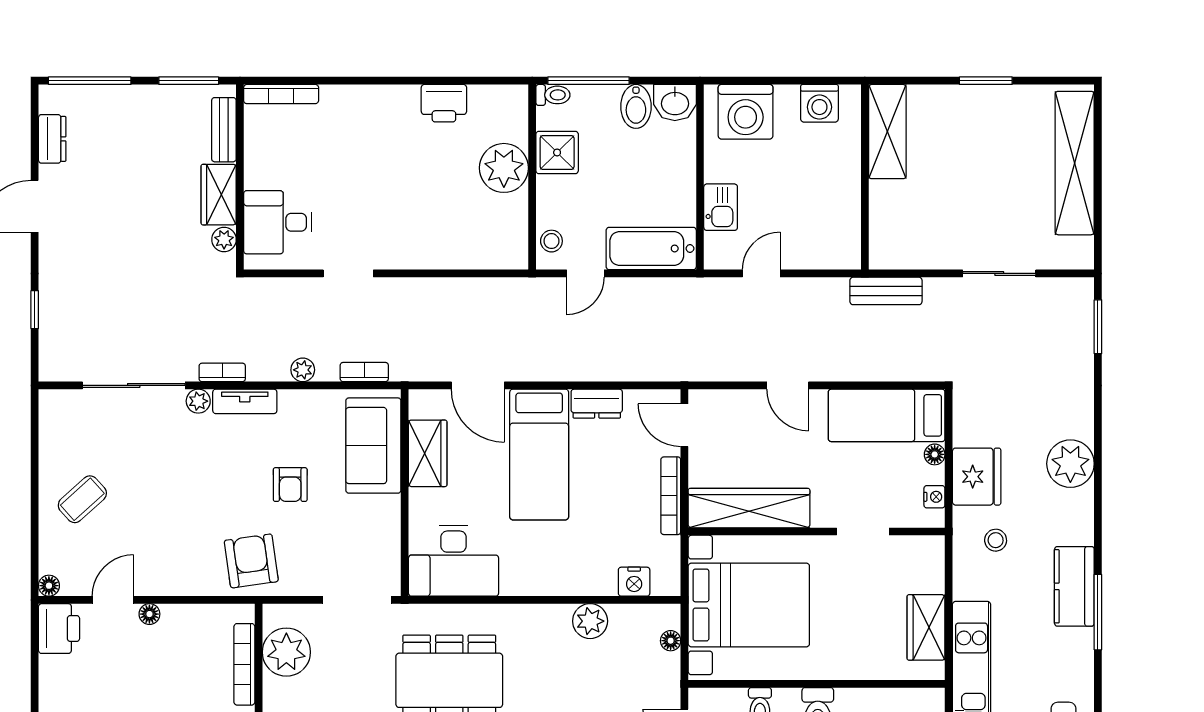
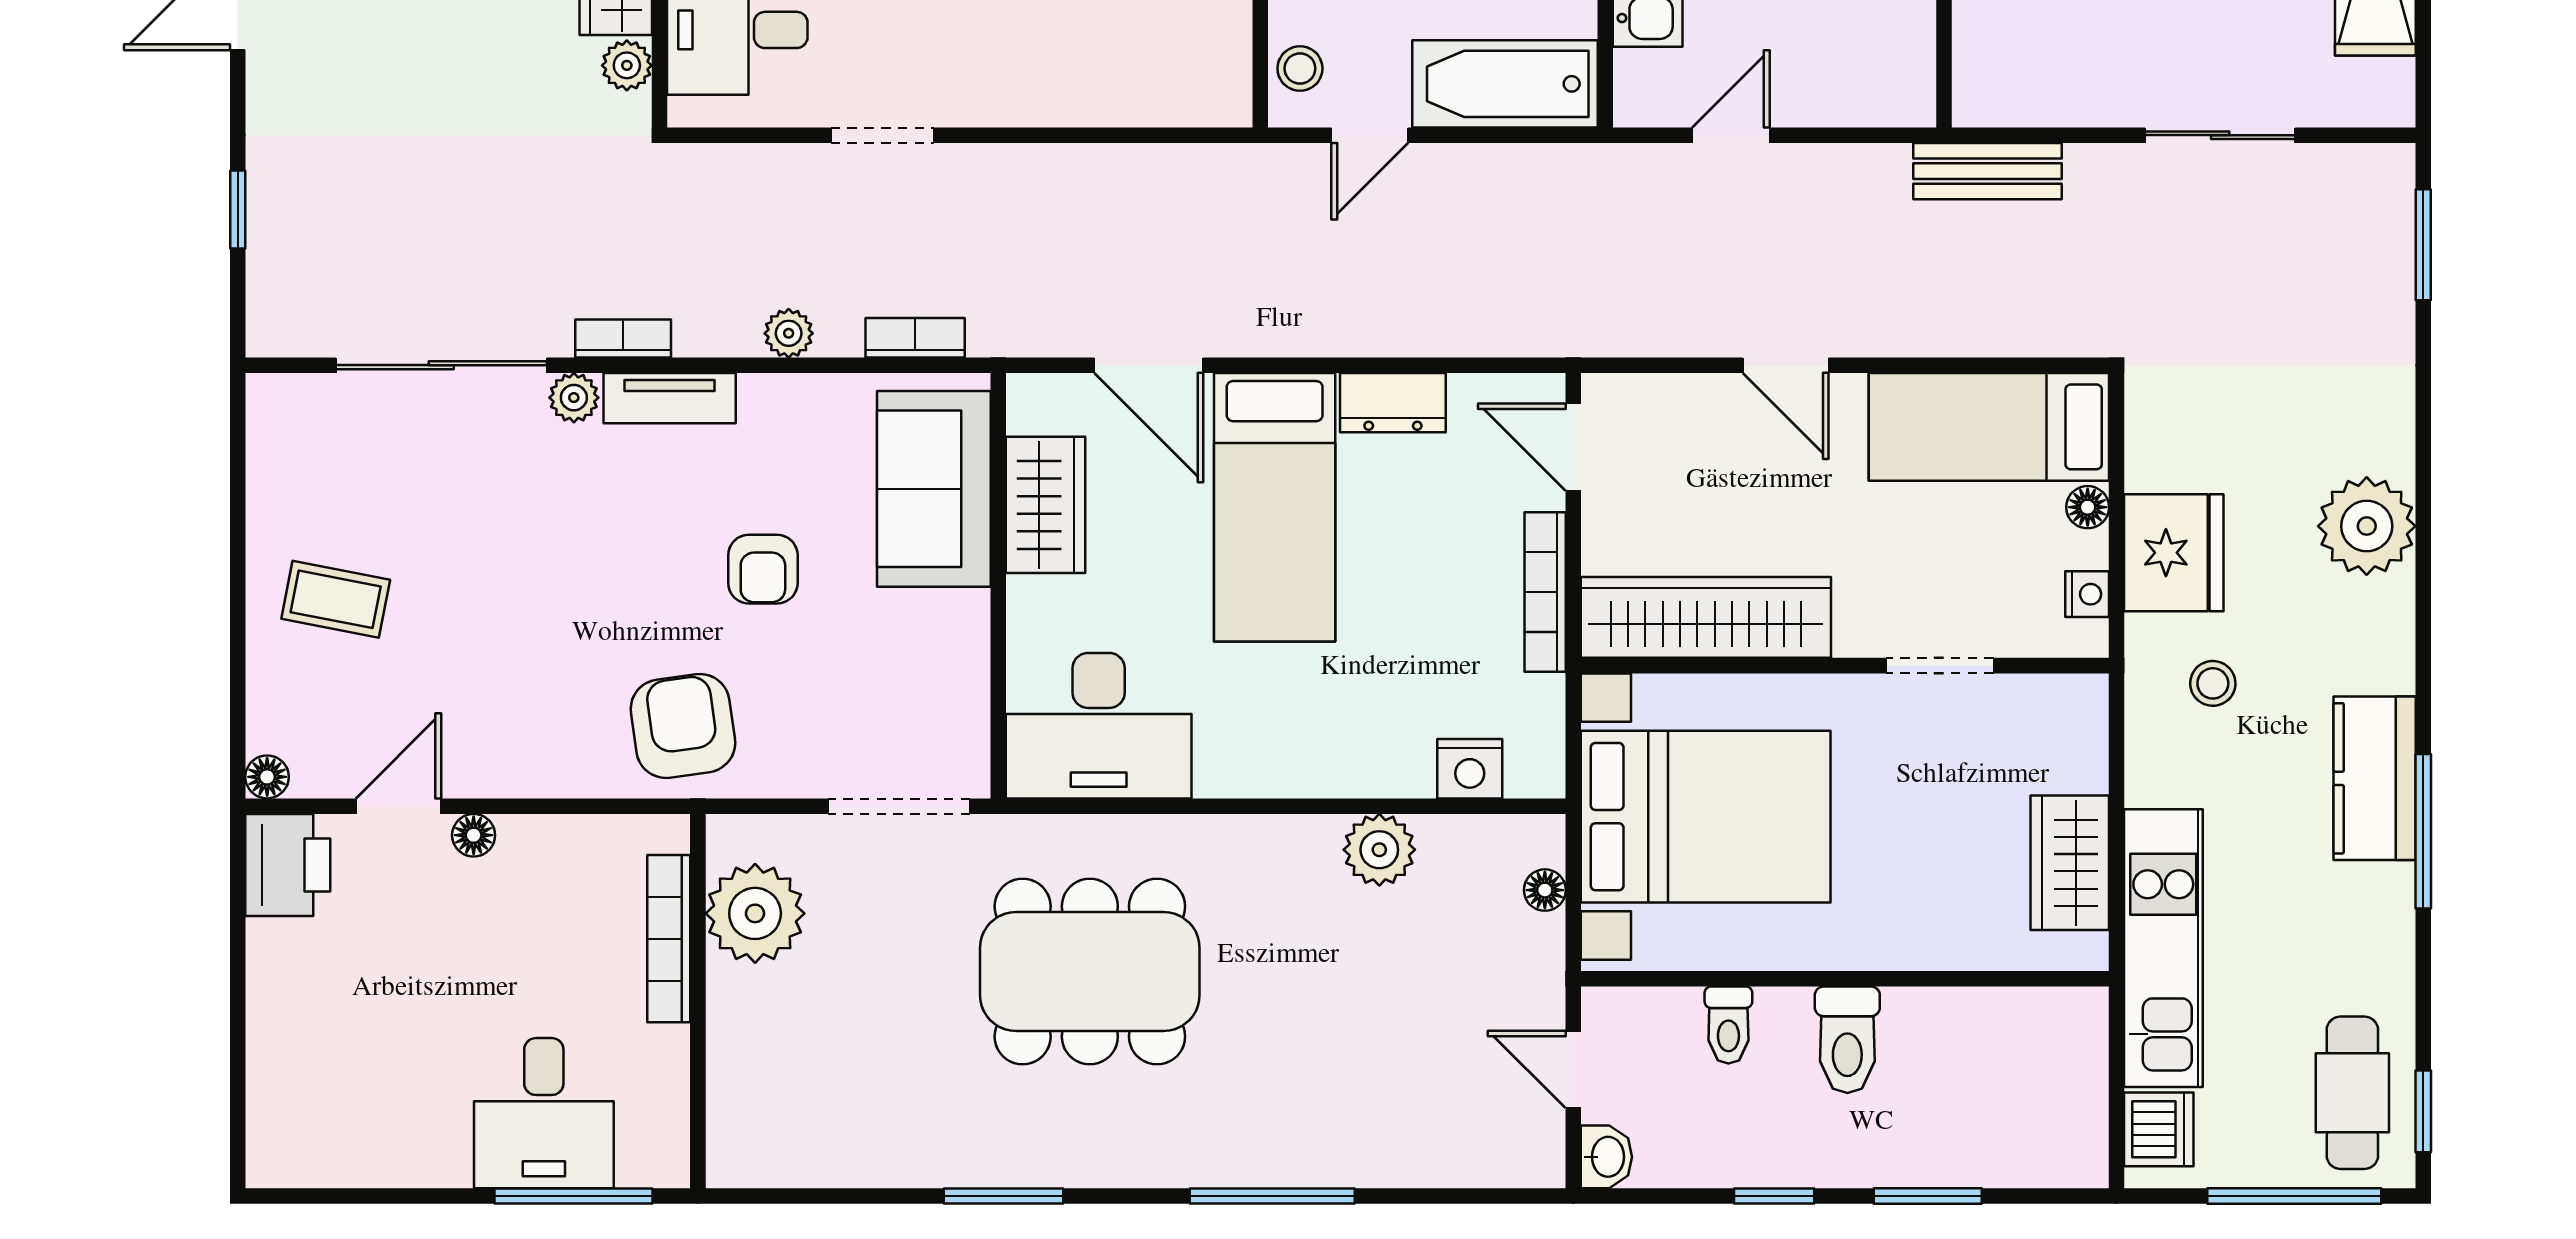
coffee table: (82, 499) -> (336, 599), turned 53

